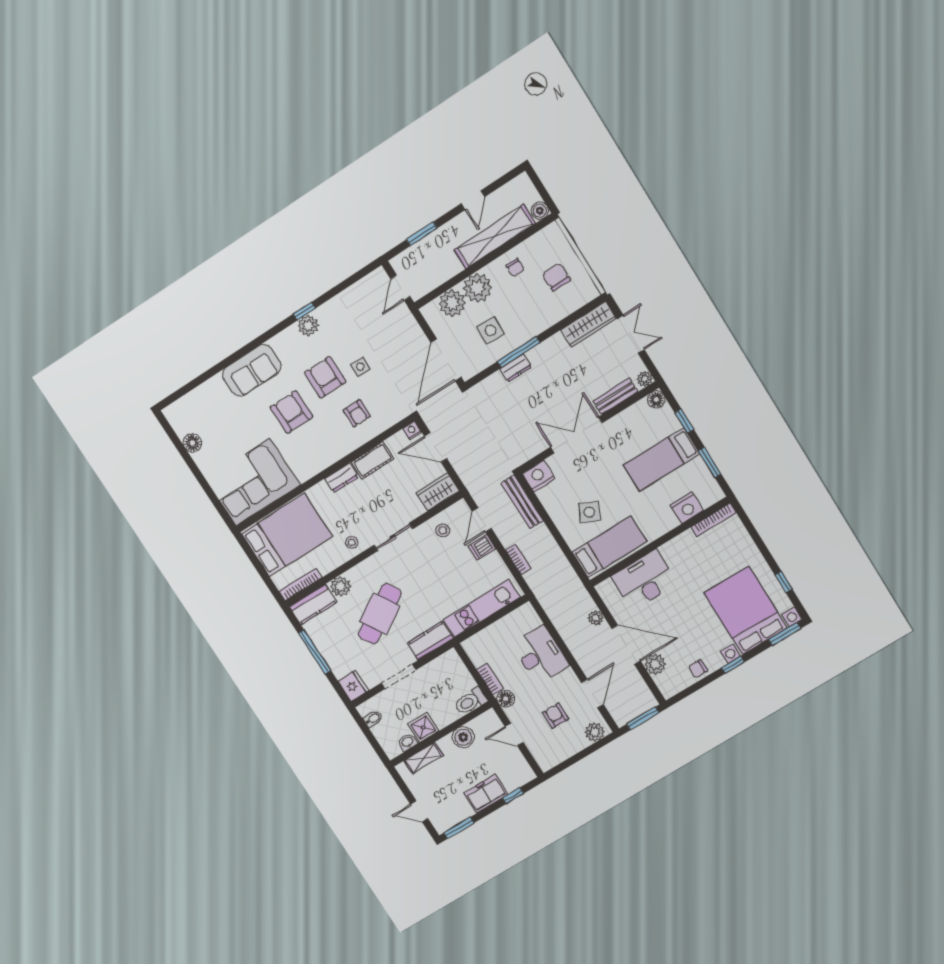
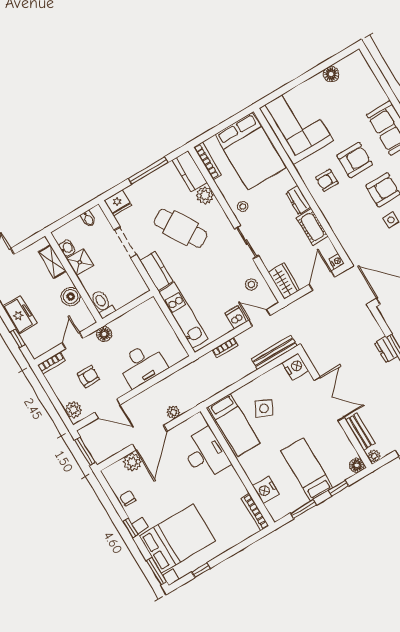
armchair: (357, 413) -> (327, 180), moved
bookcase: (490, 679) -> (51, 363), moved

